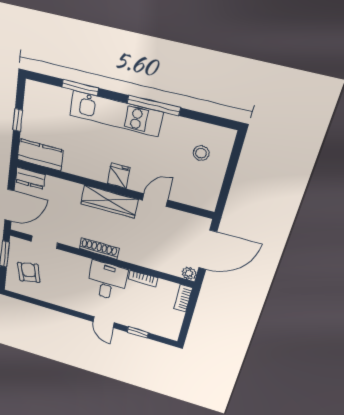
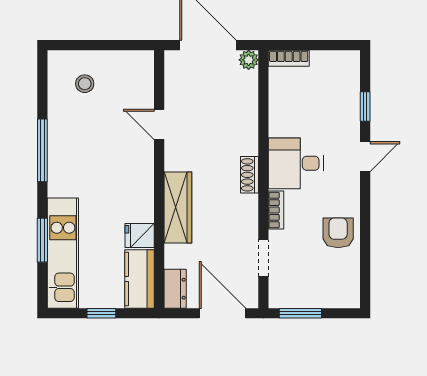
kitchen unit: (116, 114) -> (63, 253), moved
fridge: (119, 176) -> (140, 236), moved
wardrobe: (109, 202) -> (178, 207), moved
shoe rack: (99, 248) -> (249, 175), width x0.70
armchair: (29, 272) -> (338, 233), moved, turned 103
bookcase: (143, 278) -> (276, 210), moved

